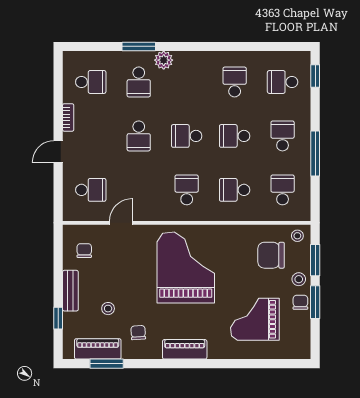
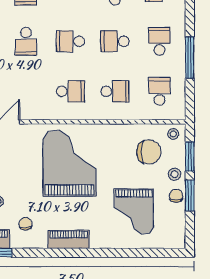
school desk: (187, 190) -> (70, 91), turned 90
school desk: (235, 190) -> (115, 91), turned 180
chair: (271, 255) -> (149, 152), turned 180
grand piano: (255, 319) -> (134, 211), turned -90

